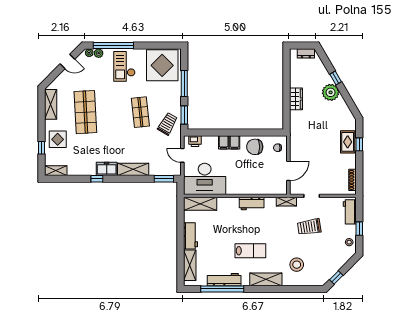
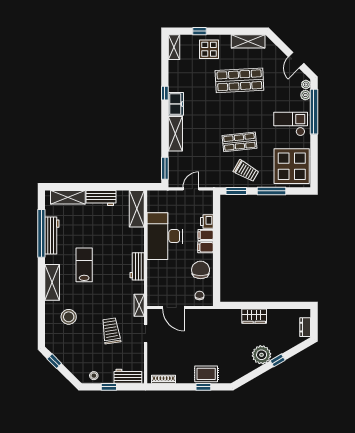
trolley: (168, 124) -> (246, 171), moved
printer: (195, 141) -> (207, 222), moved
desk: (205, 179) -> (165, 236), moved
lab bench: (250, 251) -> (84, 265), turned 180

